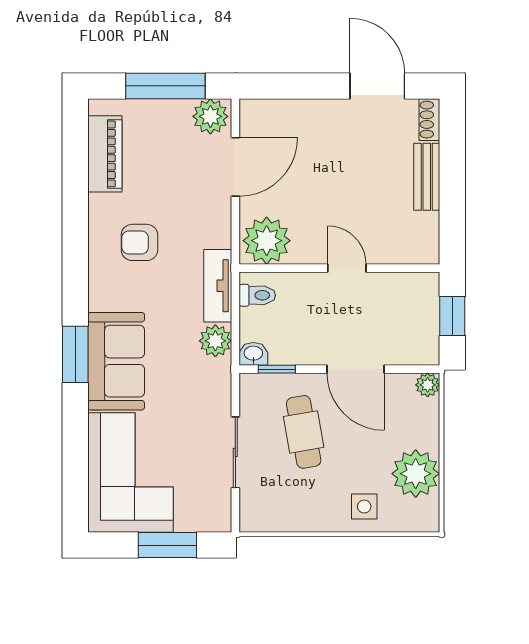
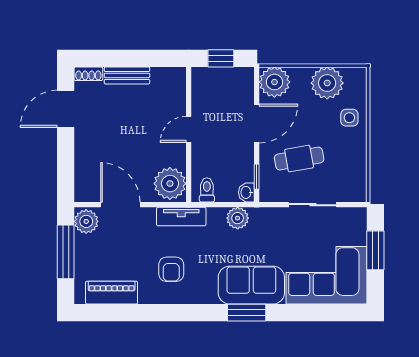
tv unit: (218, 286) -> (181, 217), moved
plant: (428, 385) -> (274, 82), width x1.87, depth x1.87

